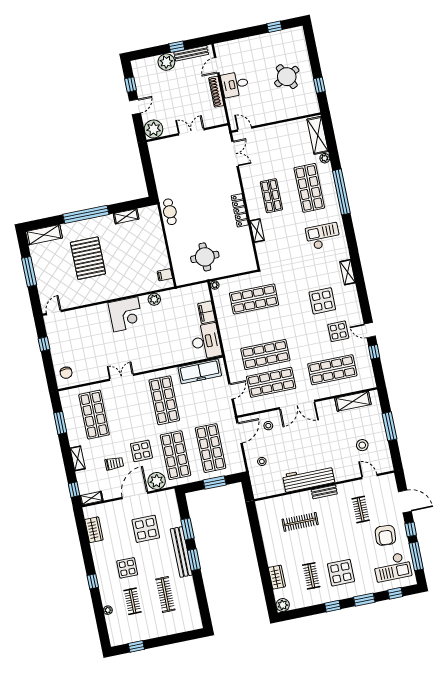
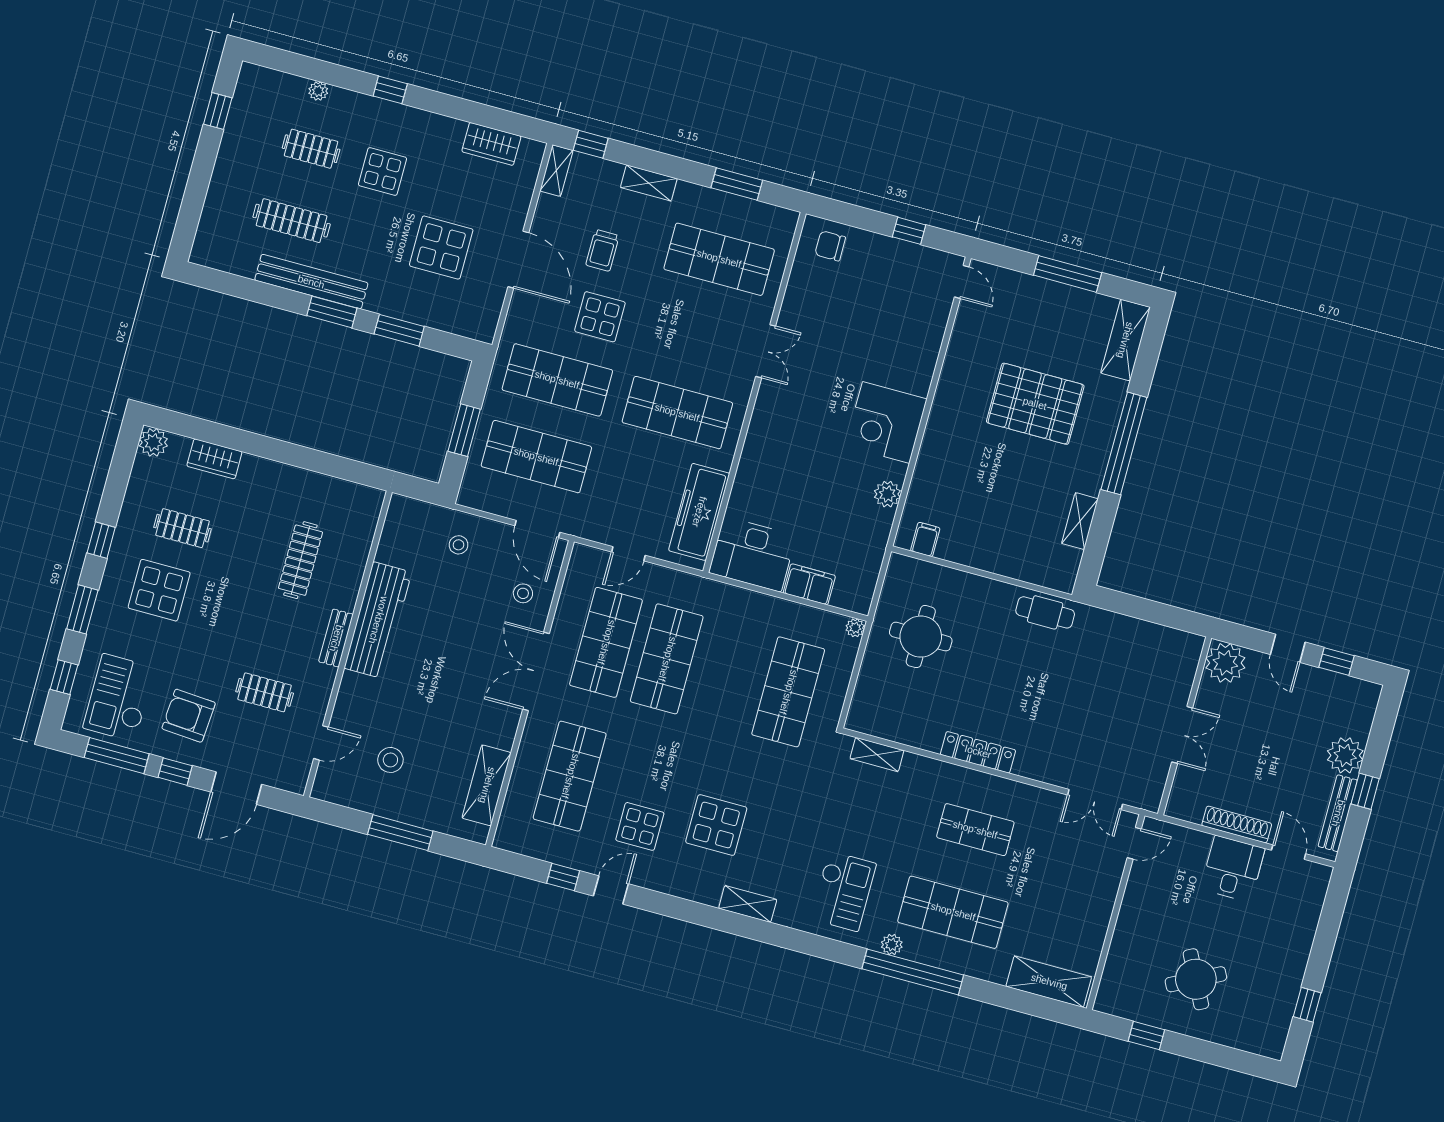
plant: (325, 158) -> (892, 945), moved
shelving: (257, 231) -> (877, 755), moved
door: (231, 391) -> (628, 554), hinge flipped
plant: (157, 481) -> (525, 317), removed
bench: (181, 552) -> (311, 282), moved

